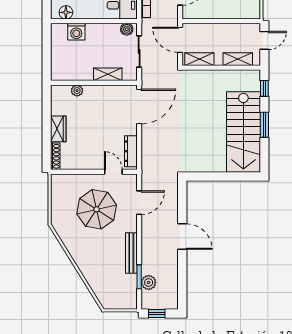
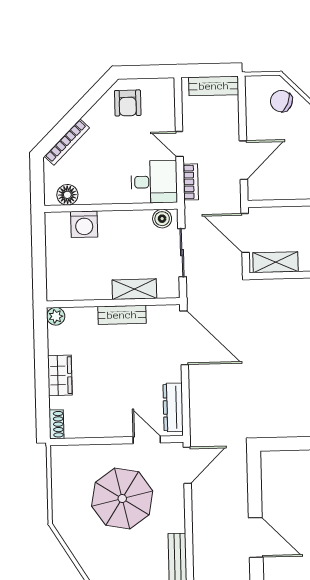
plant: (77, 91) -> (56, 316), moved
bench: (99, 91) -> (122, 315), added
door: (139, 106) -> (184, 338), hinge flipped
shoe rack: (55, 156) -> (56, 424), width x0.70
door: (139, 203) -> (187, 465), moved

